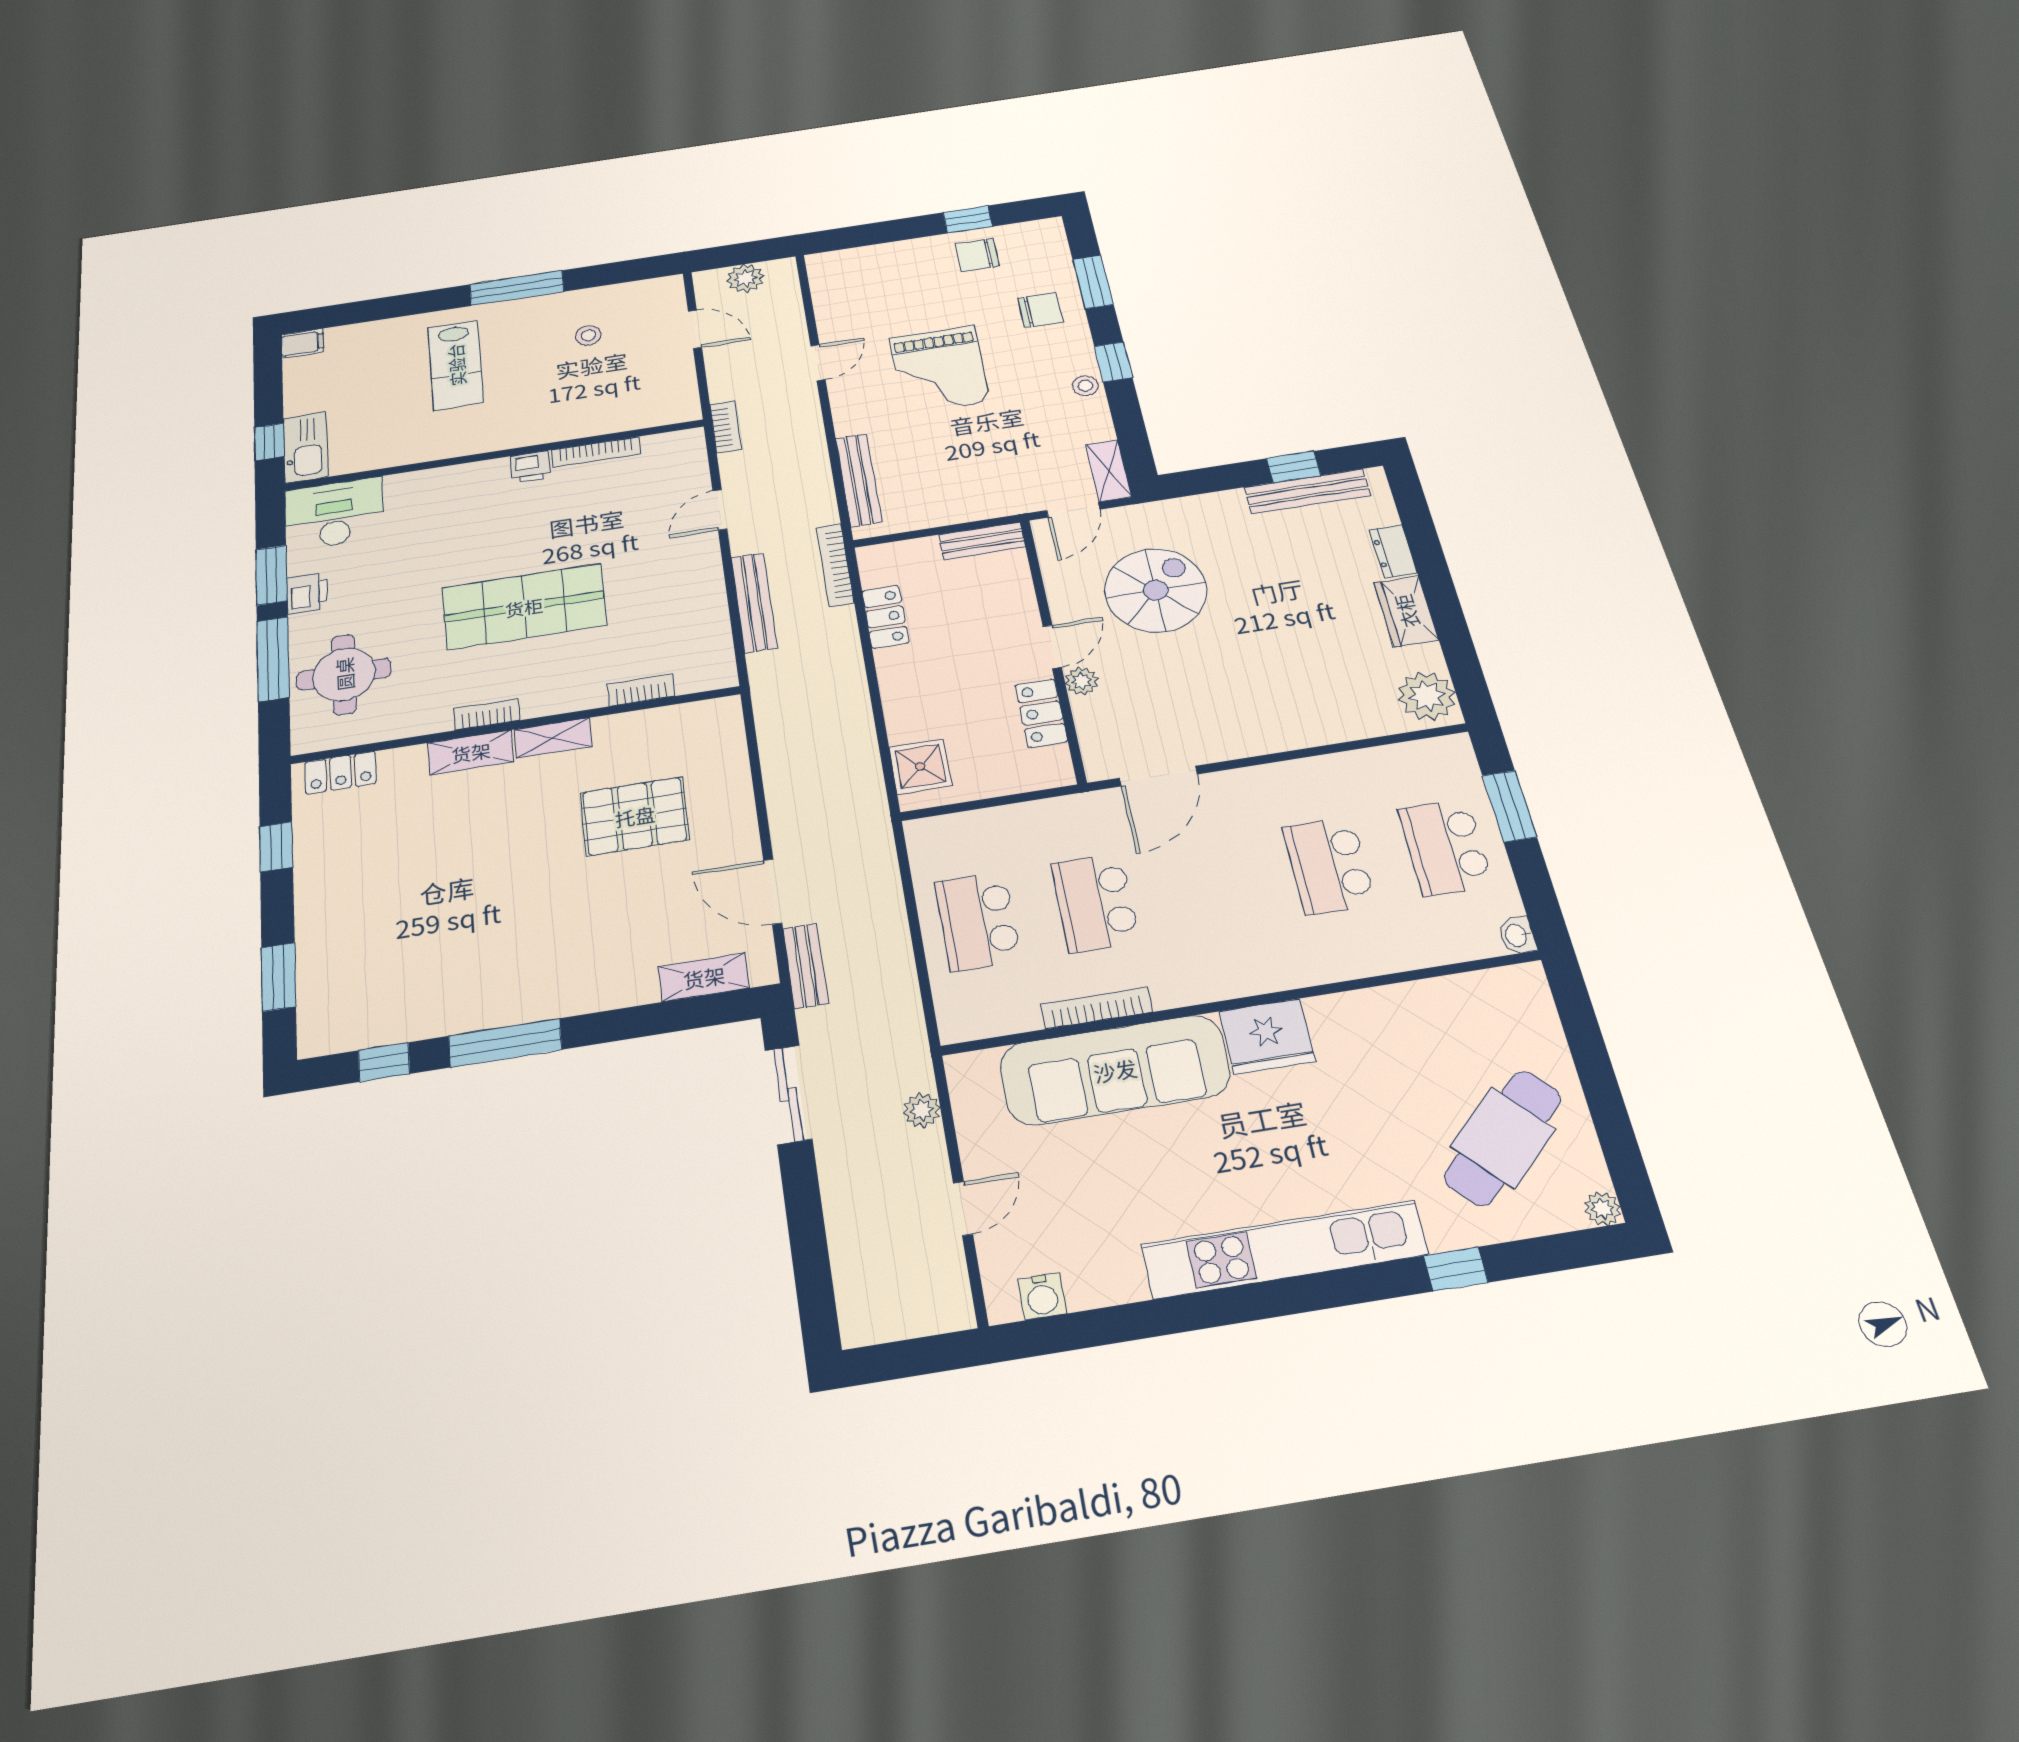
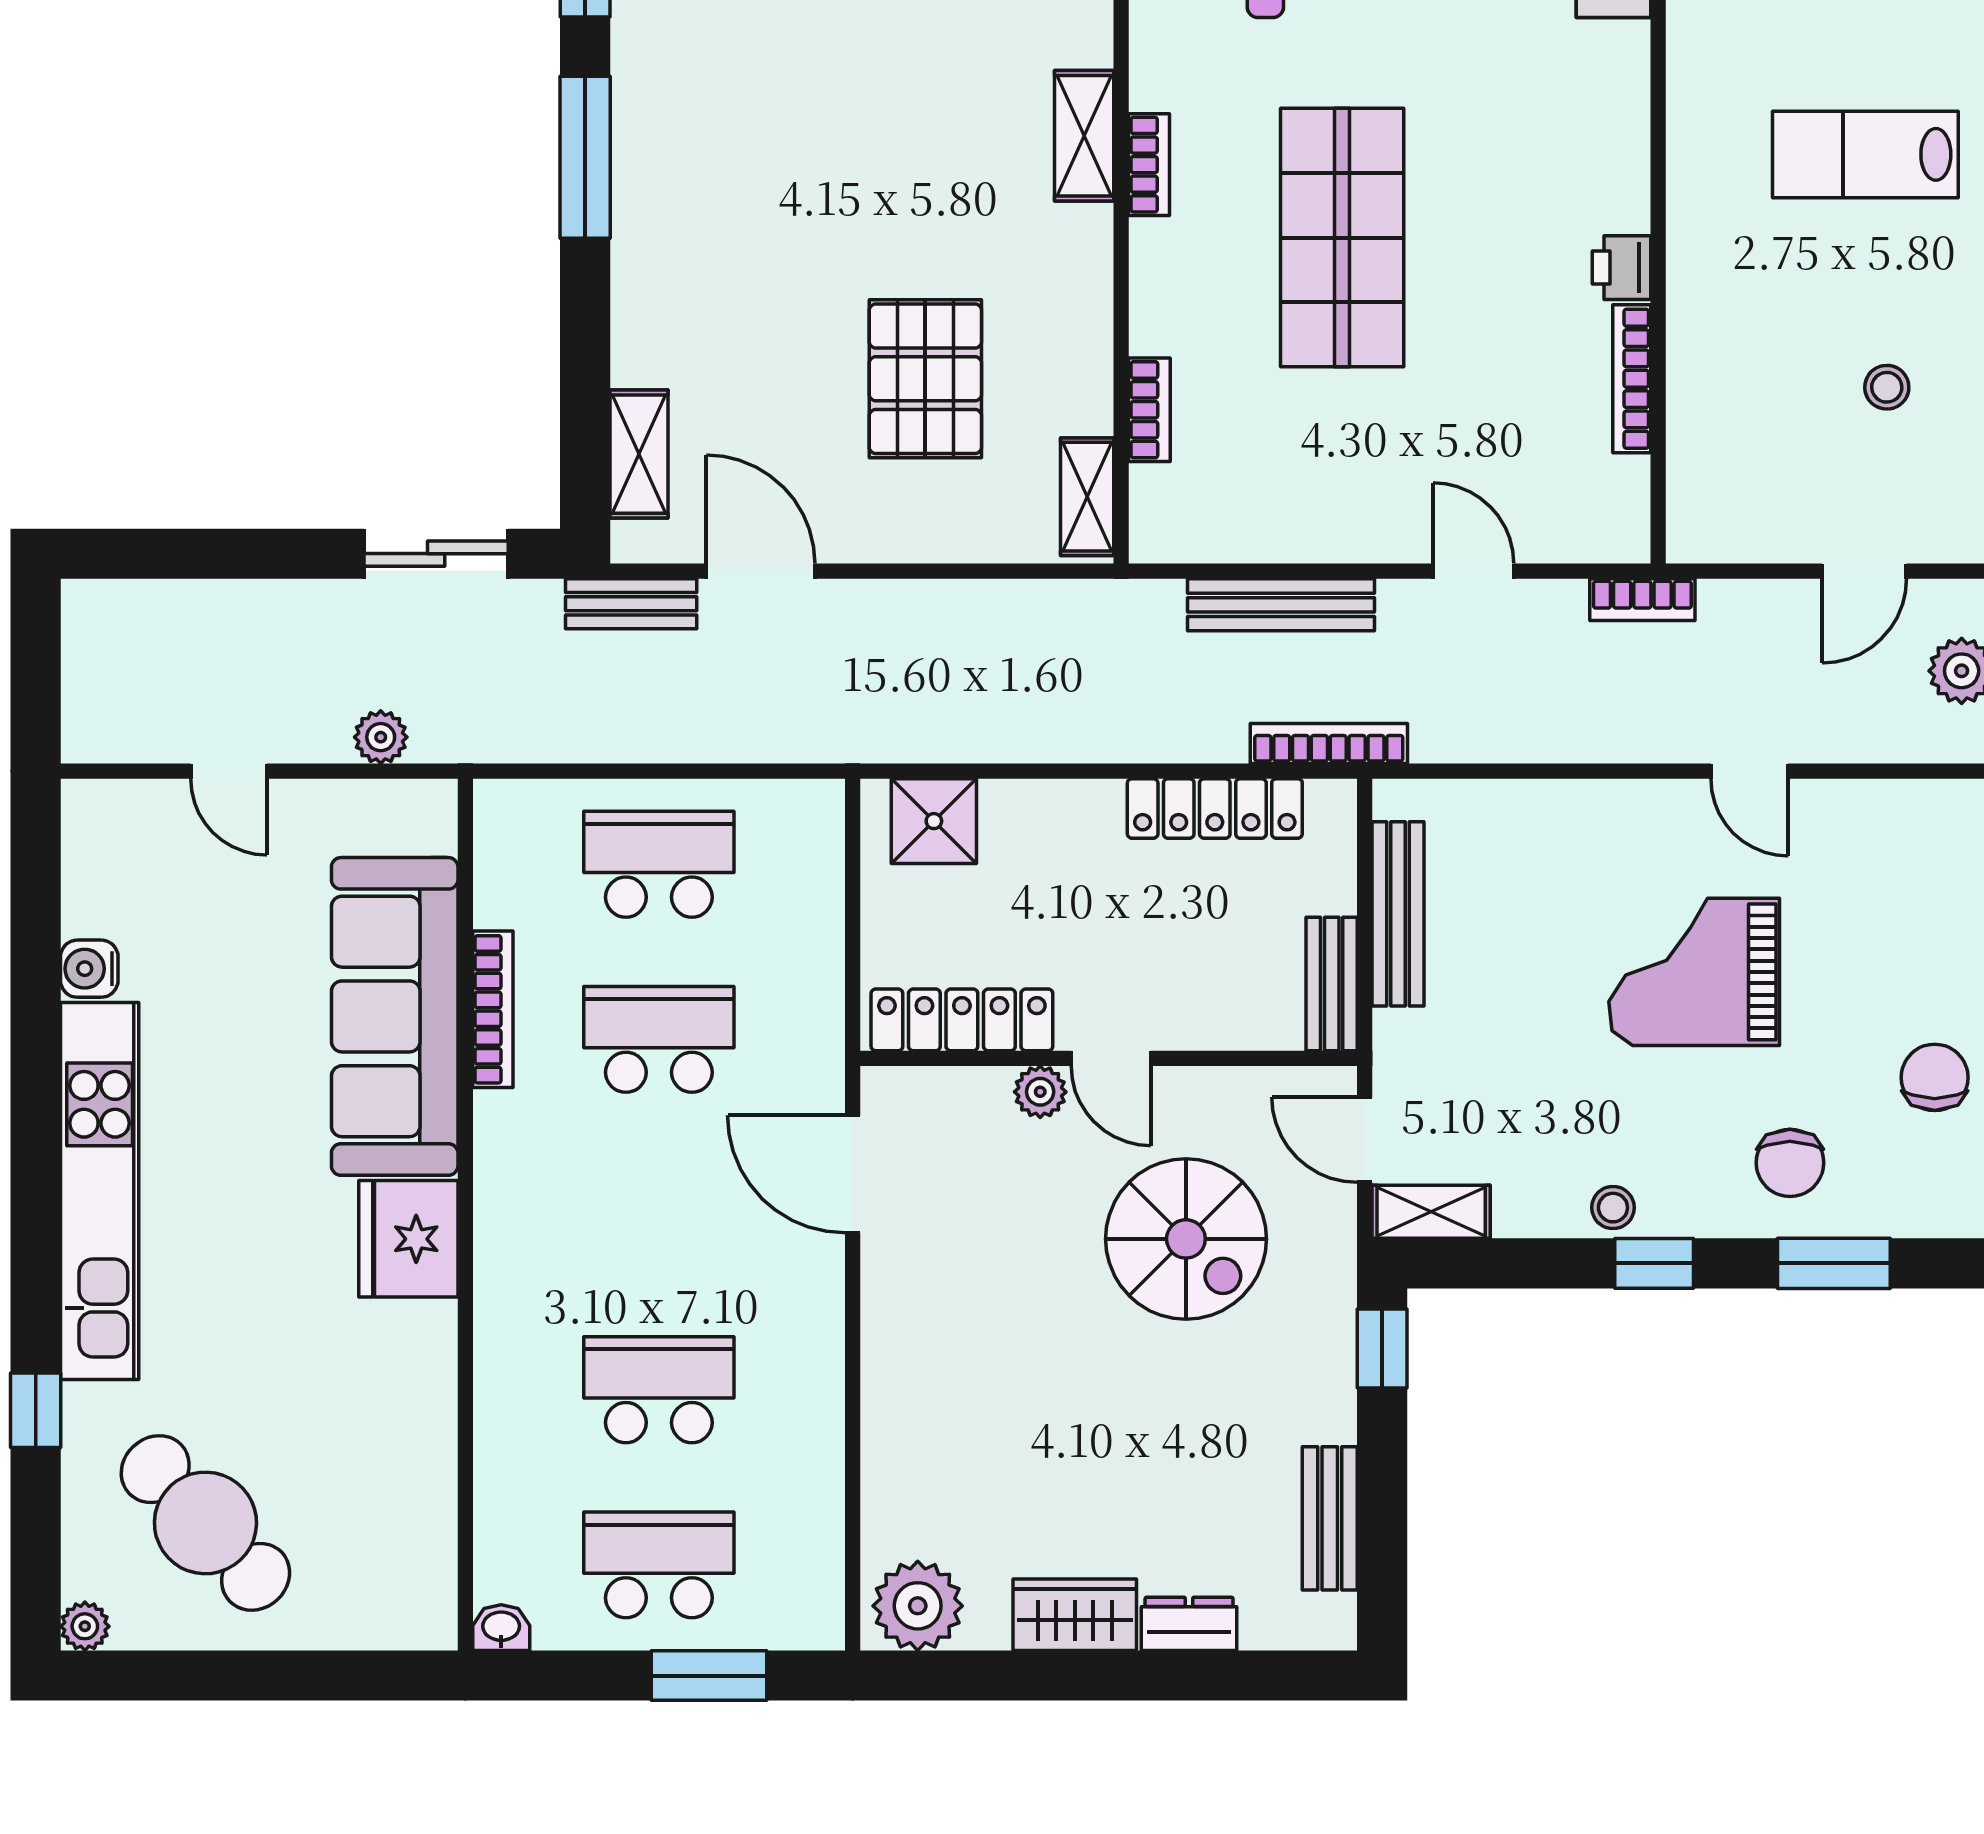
window: (1294, 467) -> (1382, 1349), moved
bench: (859, 480) -> (1398, 914), moved, turned 90
bench: (1307, 491) -> (1330, 1518), width x0.73
locker: (885, 617) -> (1215, 808), width x1.53
locker: (1041, 713) -> (962, 1020), width x1.53
shelving: (553, 738) -> (1087, 497), moved
door: (773, 892) -> (761, 571), hinge flipped
water cooler: (1042, 1296) -> (89, 969), moved

